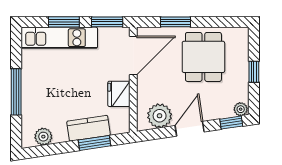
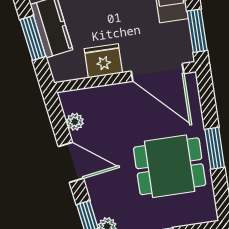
window: (176, 22) -> (215, 148), moved
plant: (160, 116) -> (75, 122), width x0.53, depth x0.53

